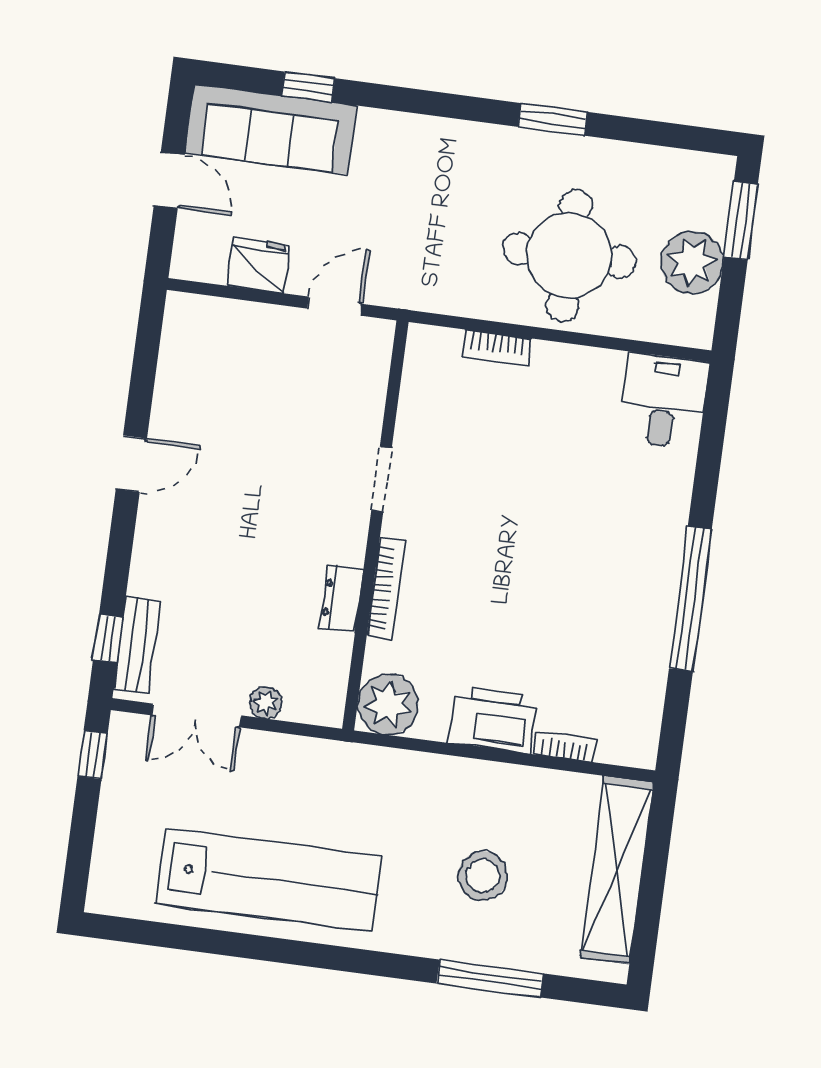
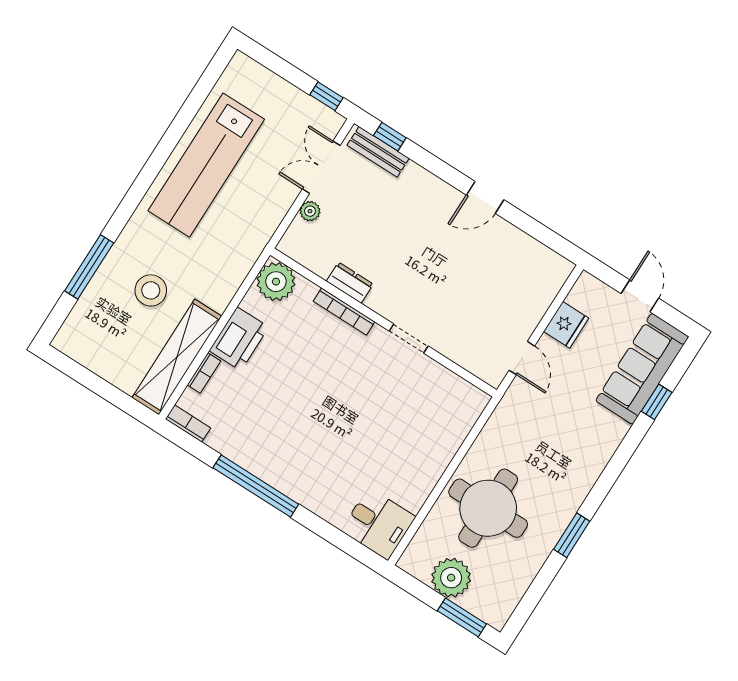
door: (169, 180) -> (640, 296), swing flipped
bookcase: (497, 347) -> (188, 423), moved, turned 90
door: (131, 464) -> (485, 197), hinge flipped
shelving: (617, 870) -> (177, 357), moved, turned 90

